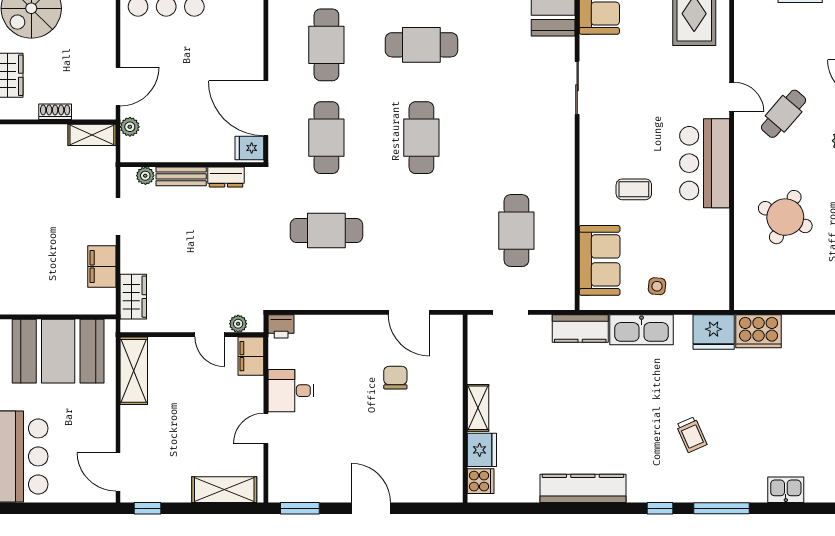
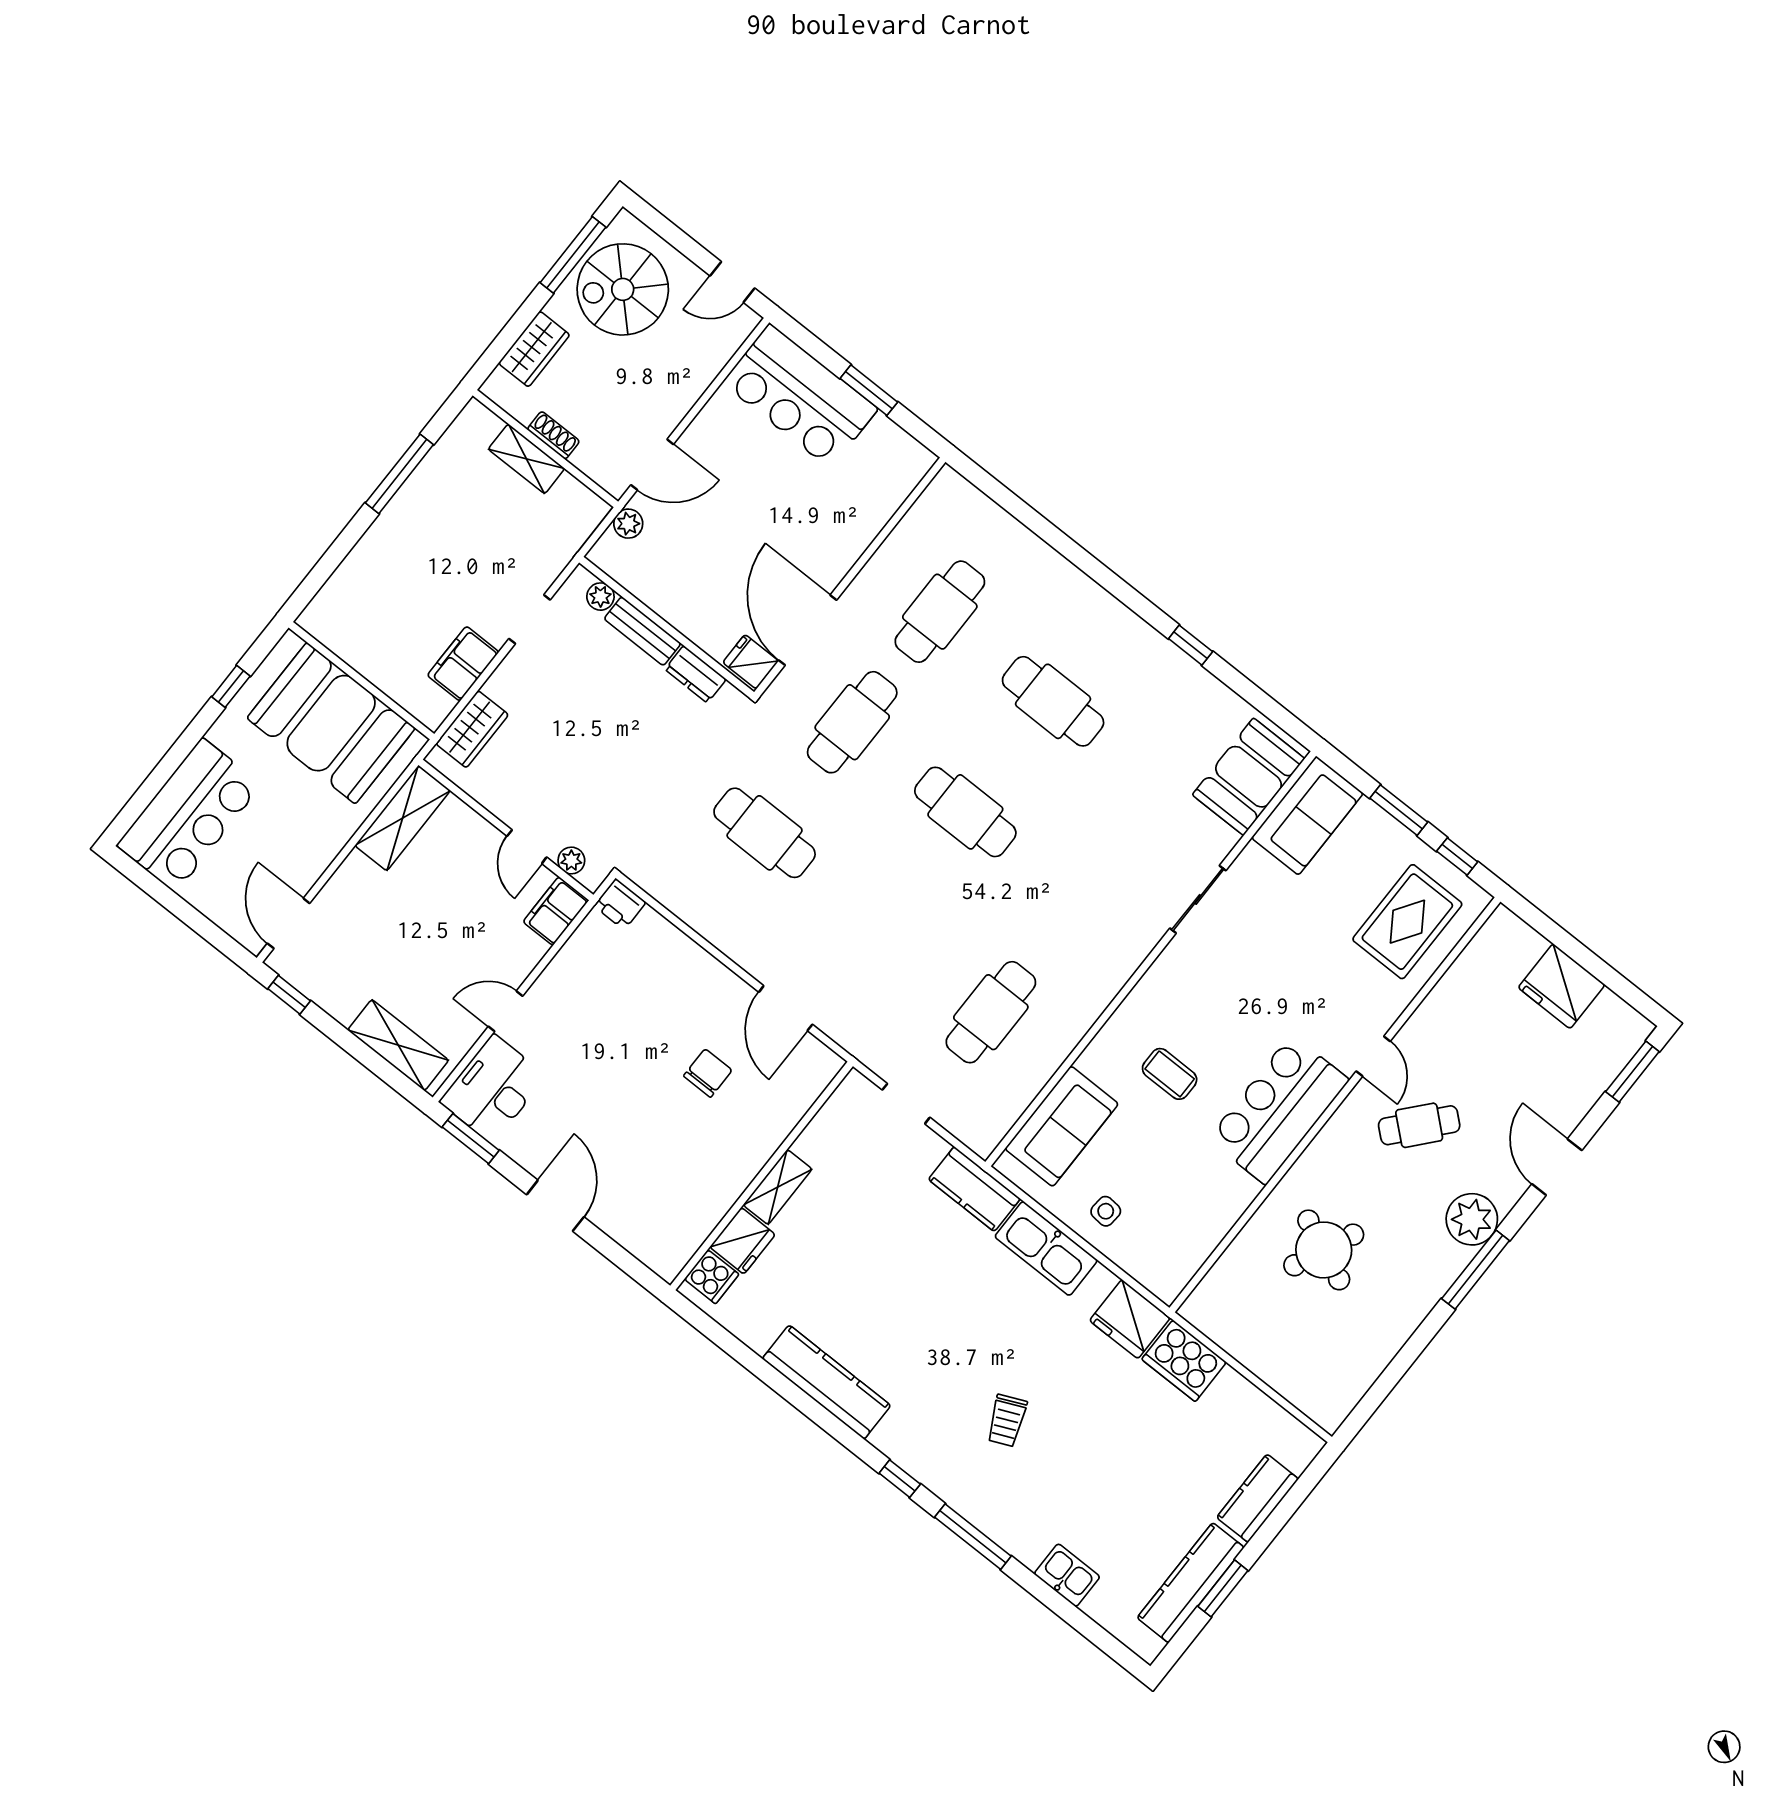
shelving: (92, 135) -> (526, 459), moved
cafe table: (421, 138) -> (965, 812), turned 90
desk: (291, 391) -> (493, 1089), moved, width x1.37

